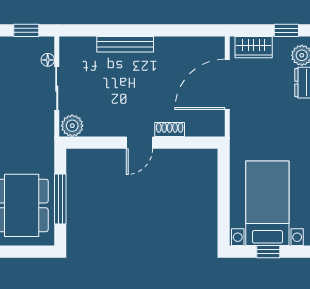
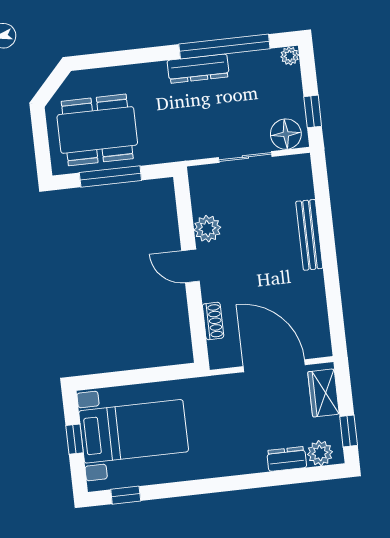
floor lamp: (48, 60) -> (286, 134), width x1.89, depth x1.89
plant: (72, 126) -> (207, 229), moved
shoe rack: (170, 129) -> (213, 321), moved

